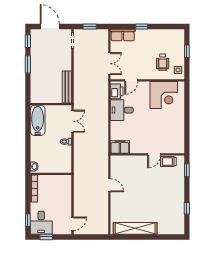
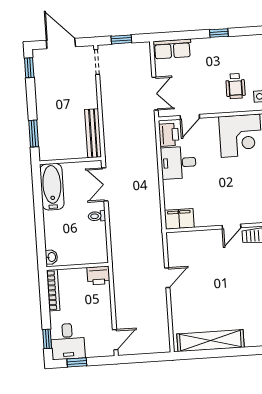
window: (142, 27) -> (219, 33), moved
window: (28, 64) -> (34, 134), moved
double door: (72, 121) -> (105, 184), swing flipped
printer: (64, 181) -> (98, 276), added
door: (109, 185) -> (167, 278), hinge flipped

